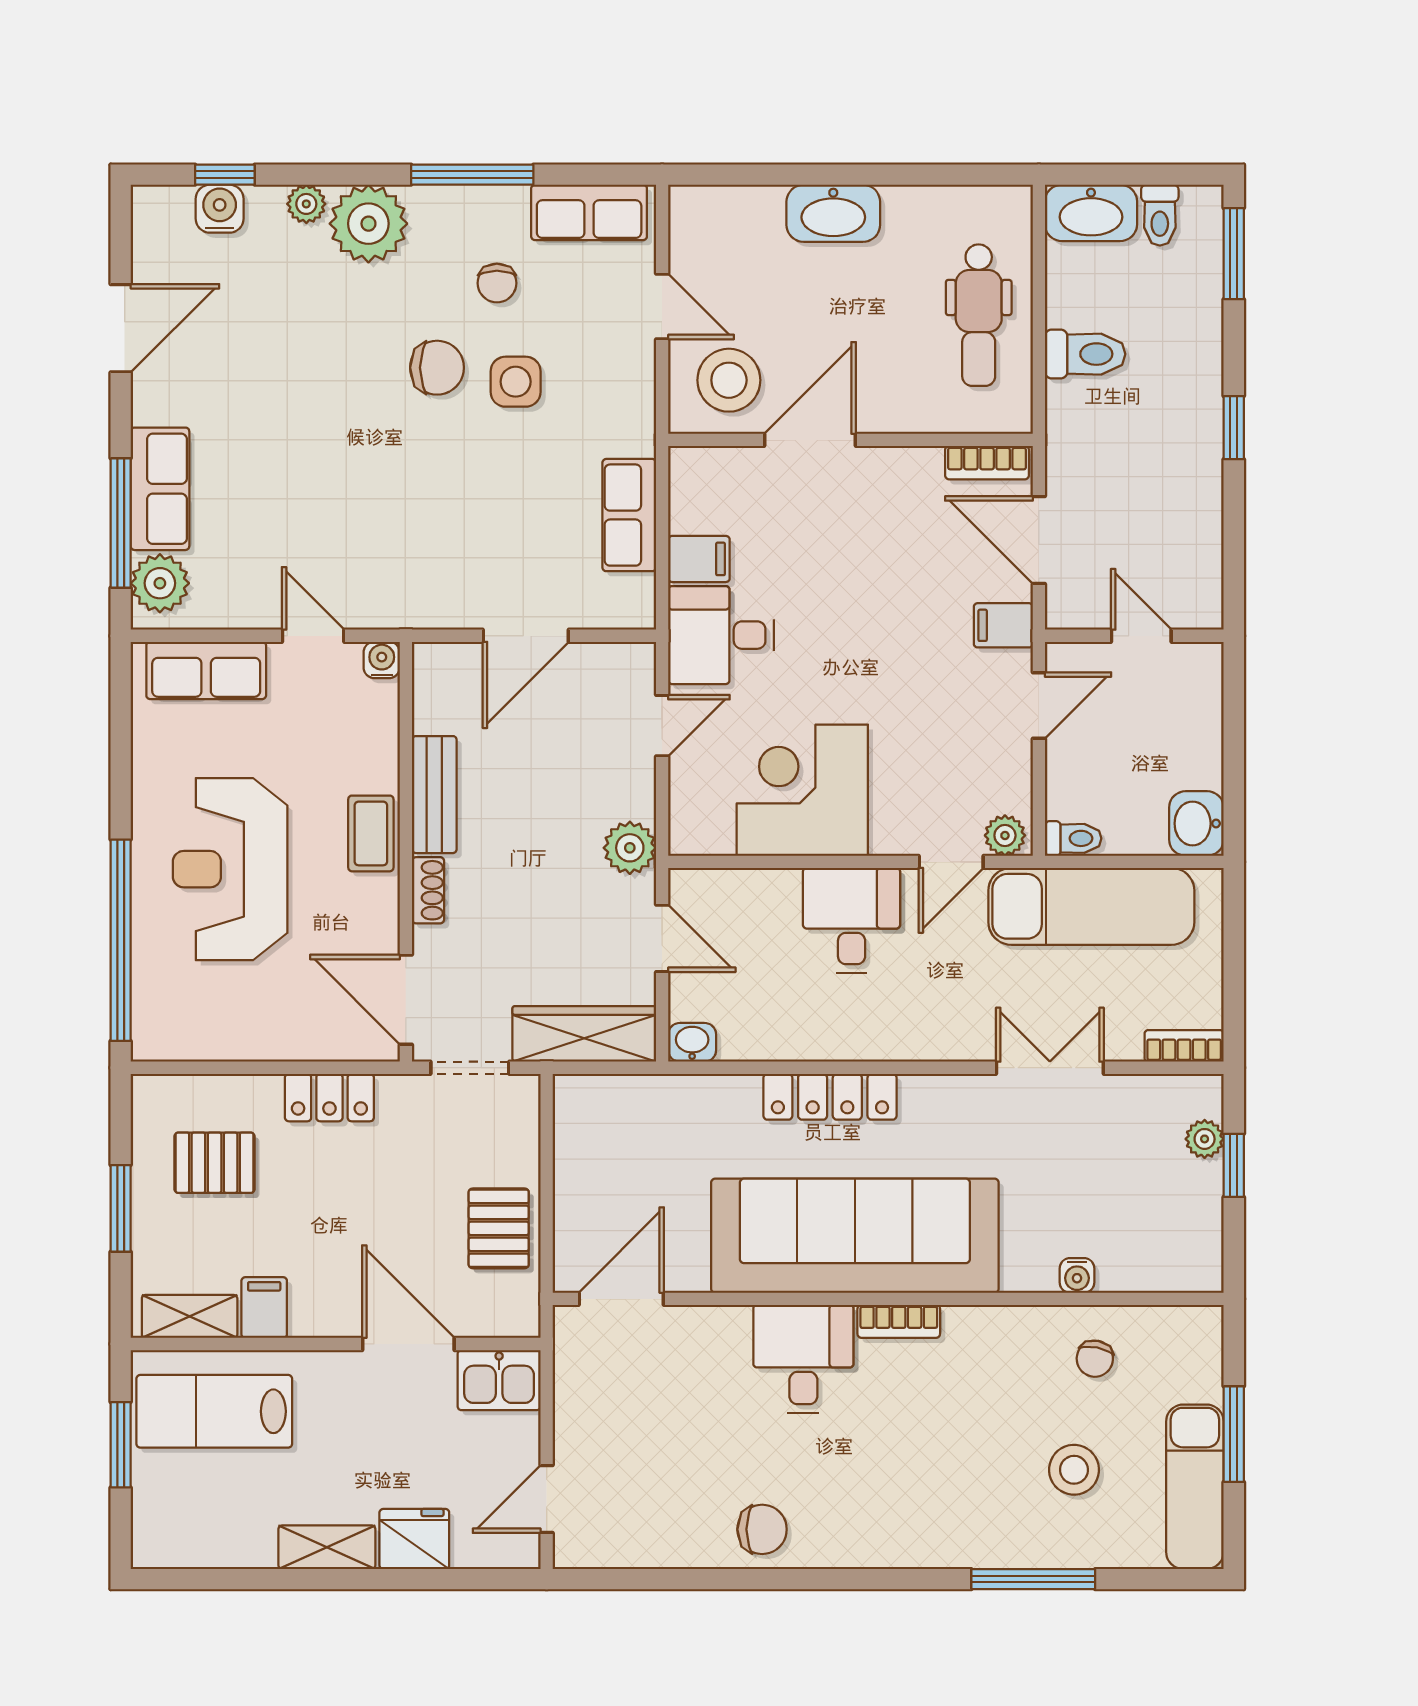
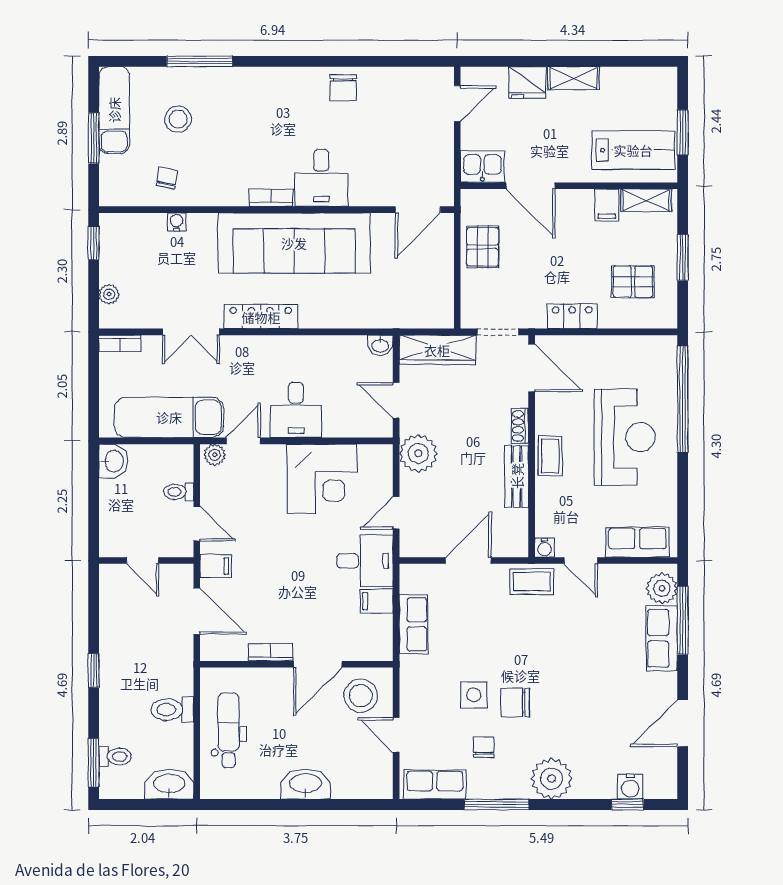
plant: (306, 204) -> (584, 789), removed
toilet: (1160, 215) -> (115, 757), moved, turned 90
bookcase: (987, 463) -> (271, 652), moved
coffee table: (406, 596) -> (532, 582), added
door: (1039, 705) -> (197, 524), swing flipped
toilet: (1073, 838) -> (179, 492), moved
plant: (630, 848) -> (418, 453), width x1.36, depth x1.36
locker: (830, 1097) -> (261, 317), moved
window: (1234, 1165) -> (94, 243), moved
chair: (762, 1529) -> (343, 88), turned -90

